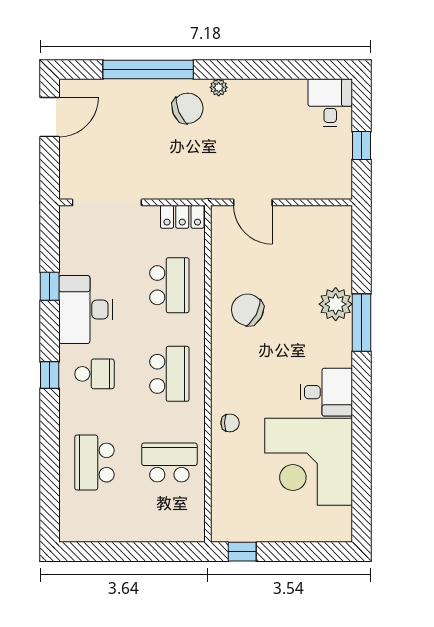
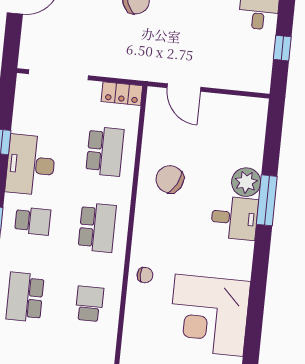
desk: (326, 392) -> (234, 218), moved
school desk: (169, 463) -> (89, 304), width x0.54

